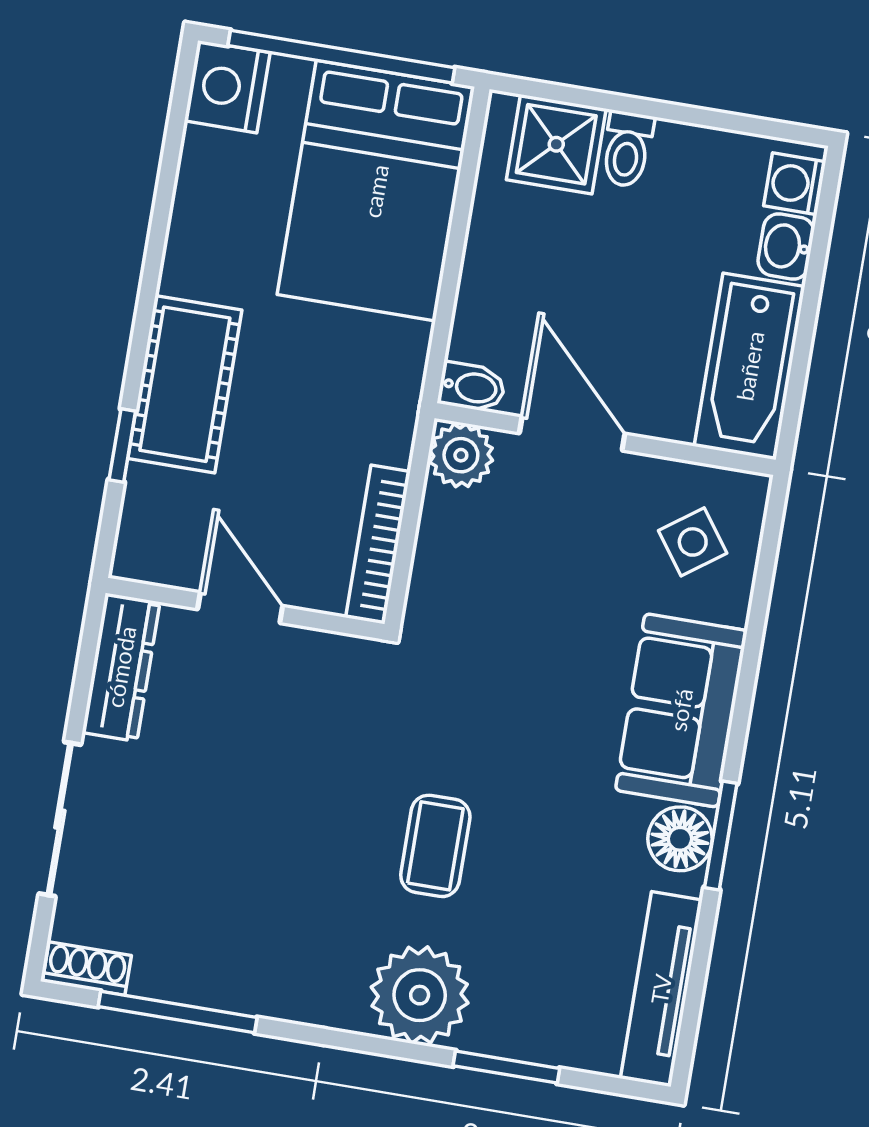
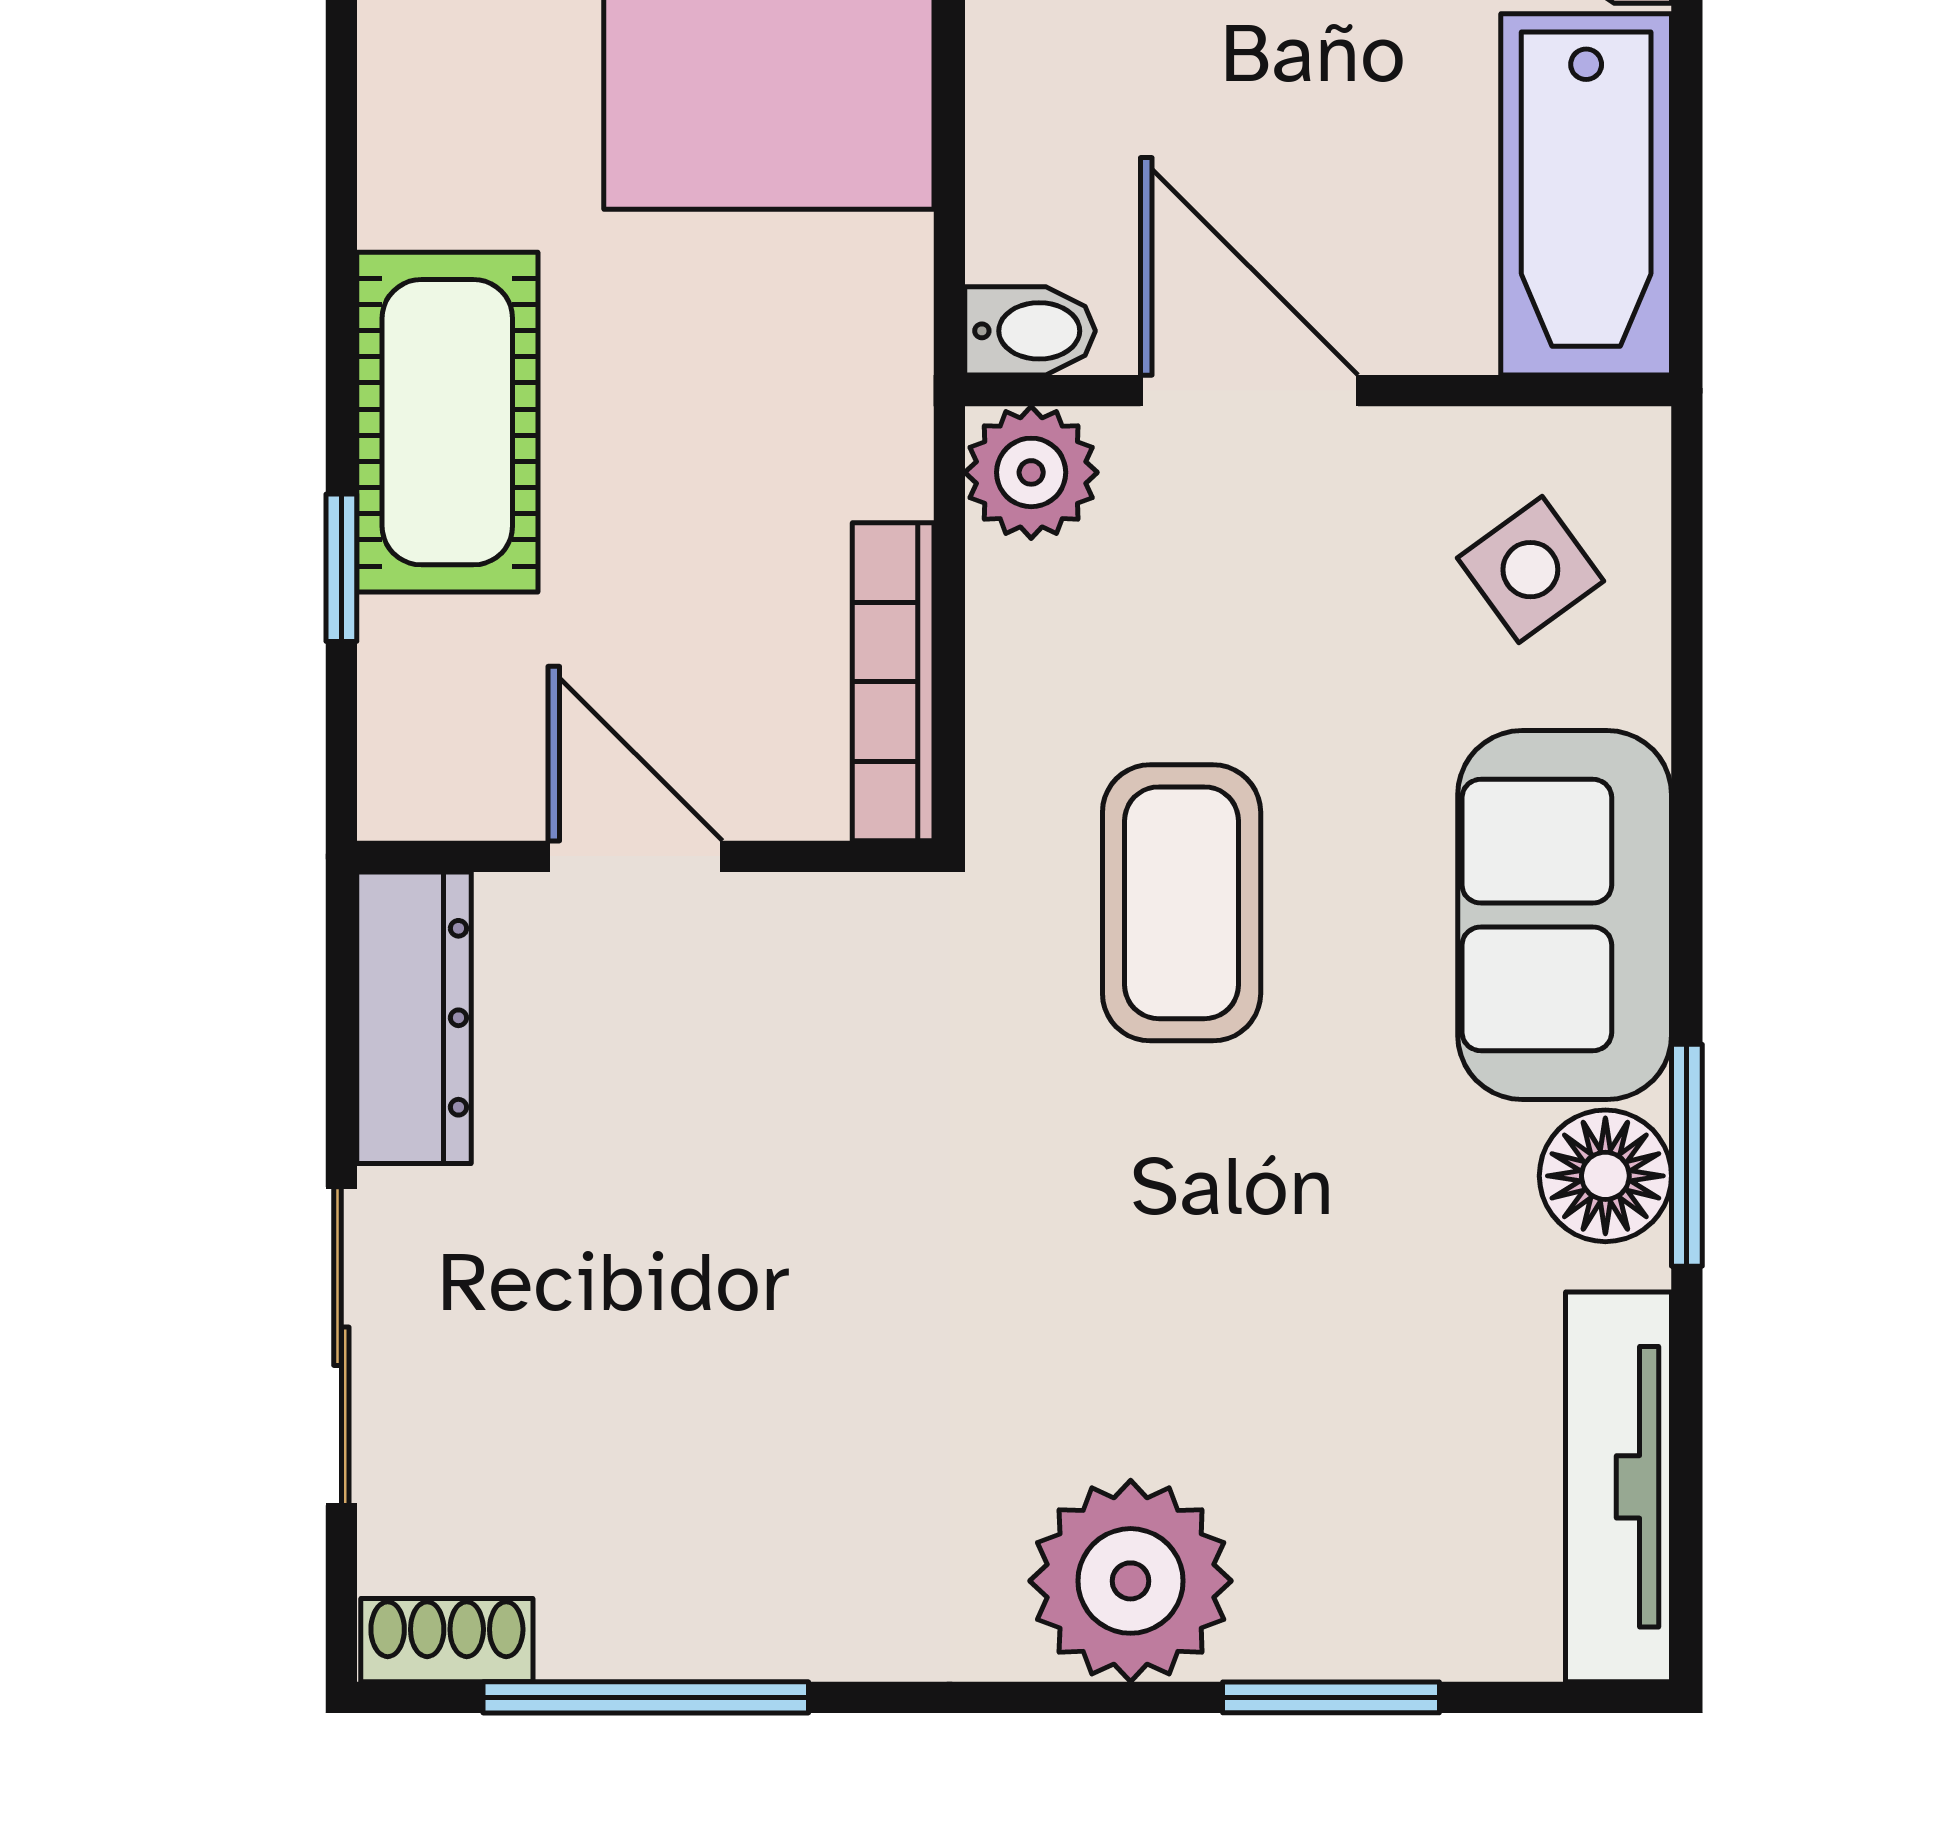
coffee table: (435, 846) -> (1182, 903), moved, width x1.36, depth x1.30

